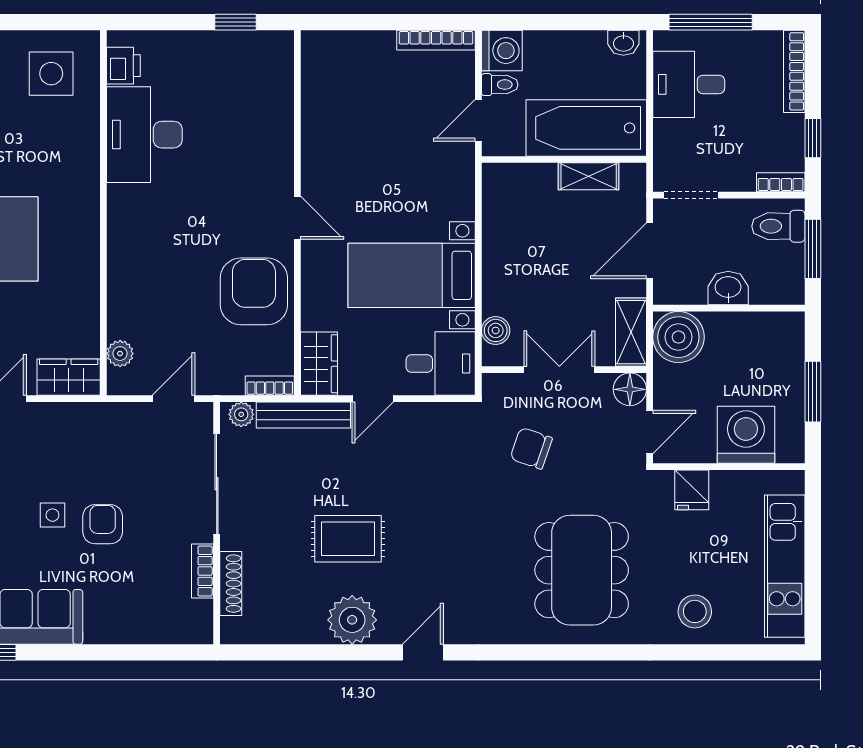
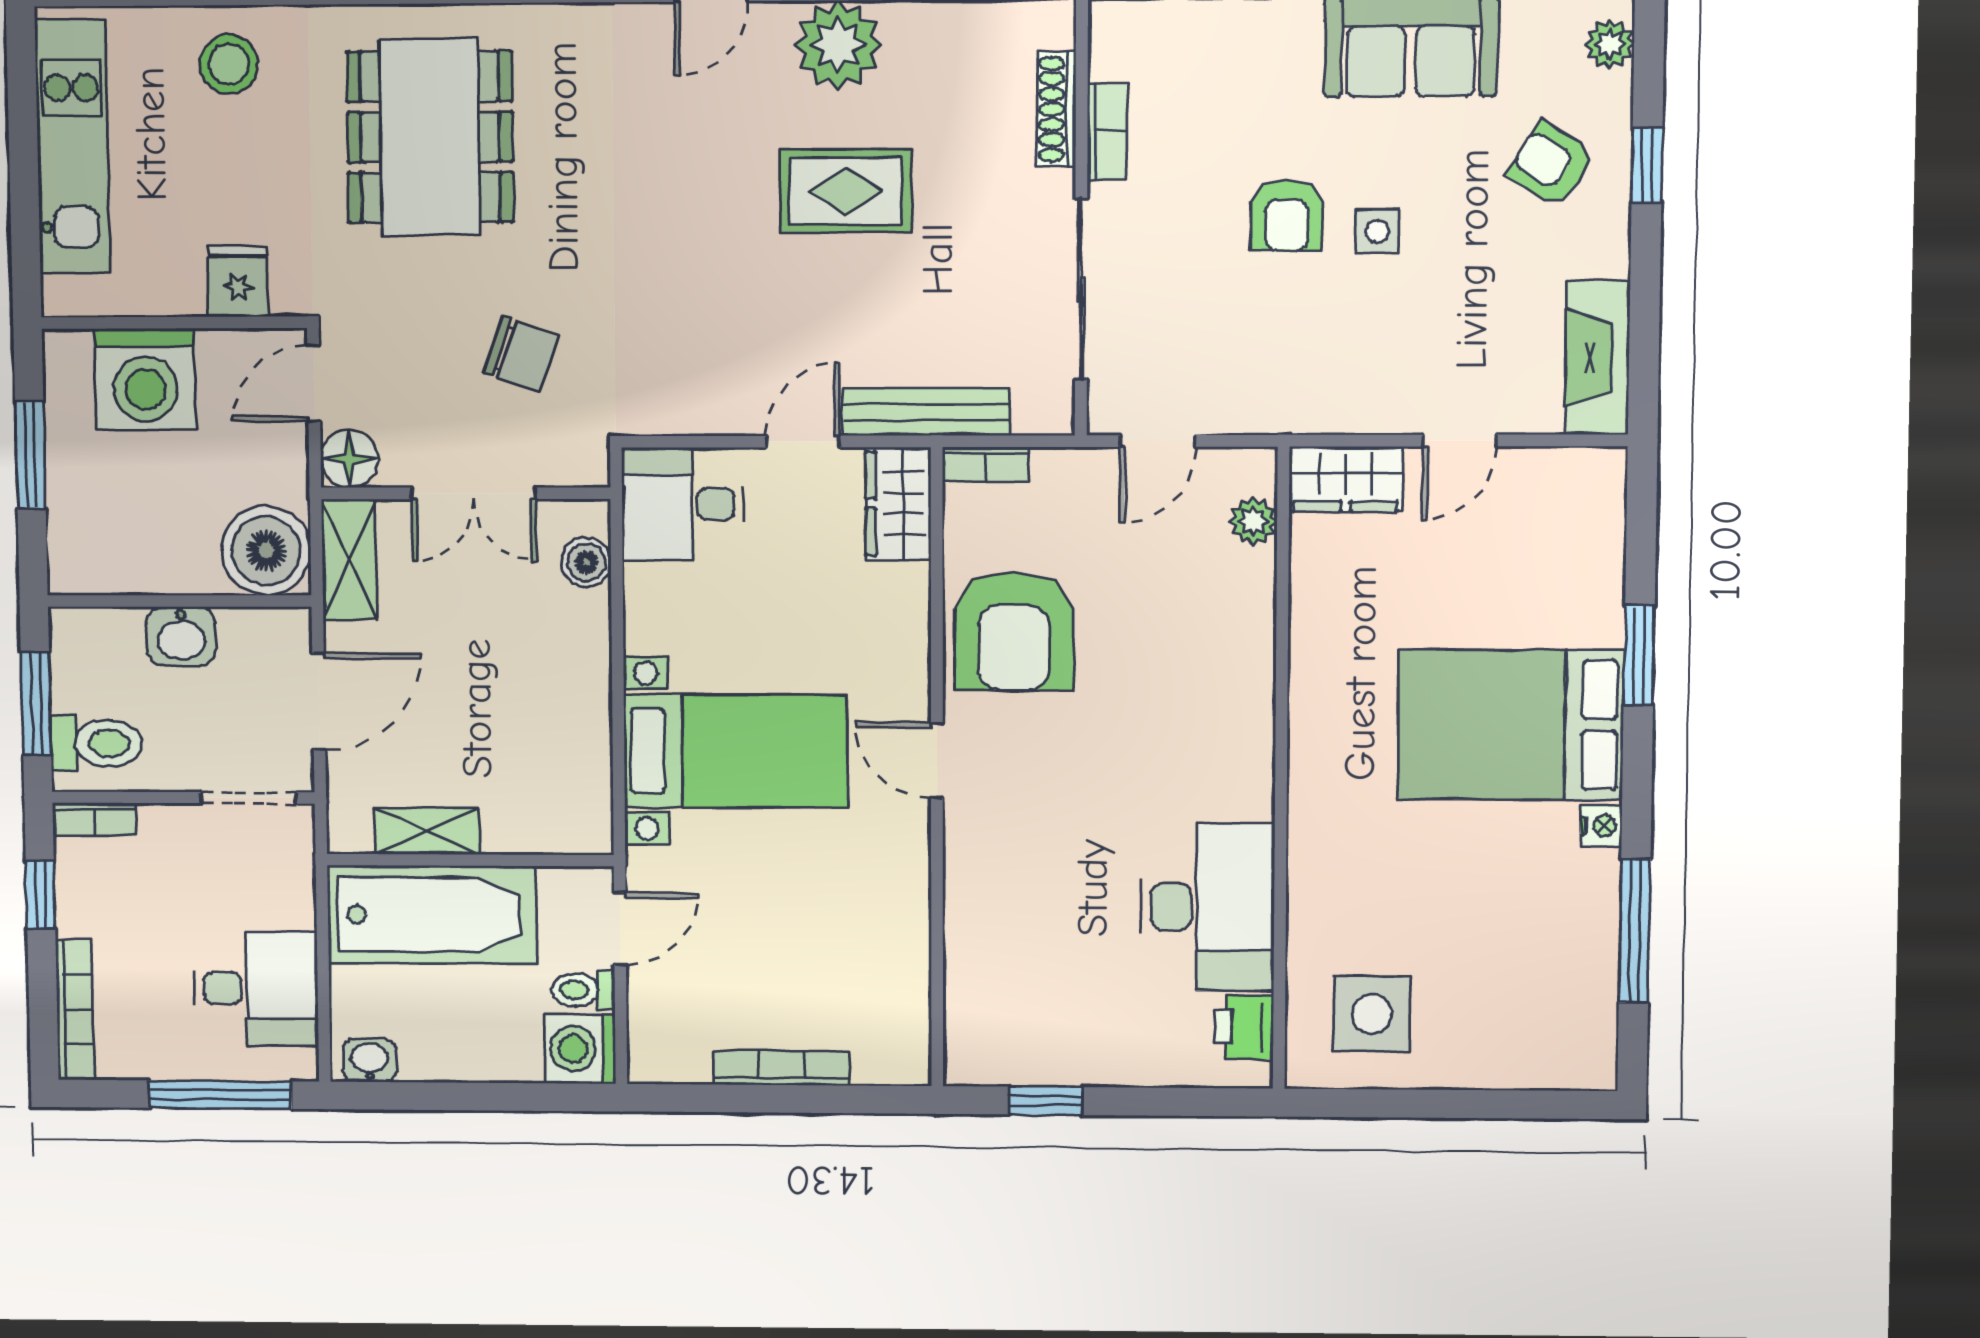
bookcase: (436, 40) -> (782, 1068), moved
bed with nightstands: (412, 275) -> (736, 751), moved
plant: (241, 414) -> (1037, 413), removed

